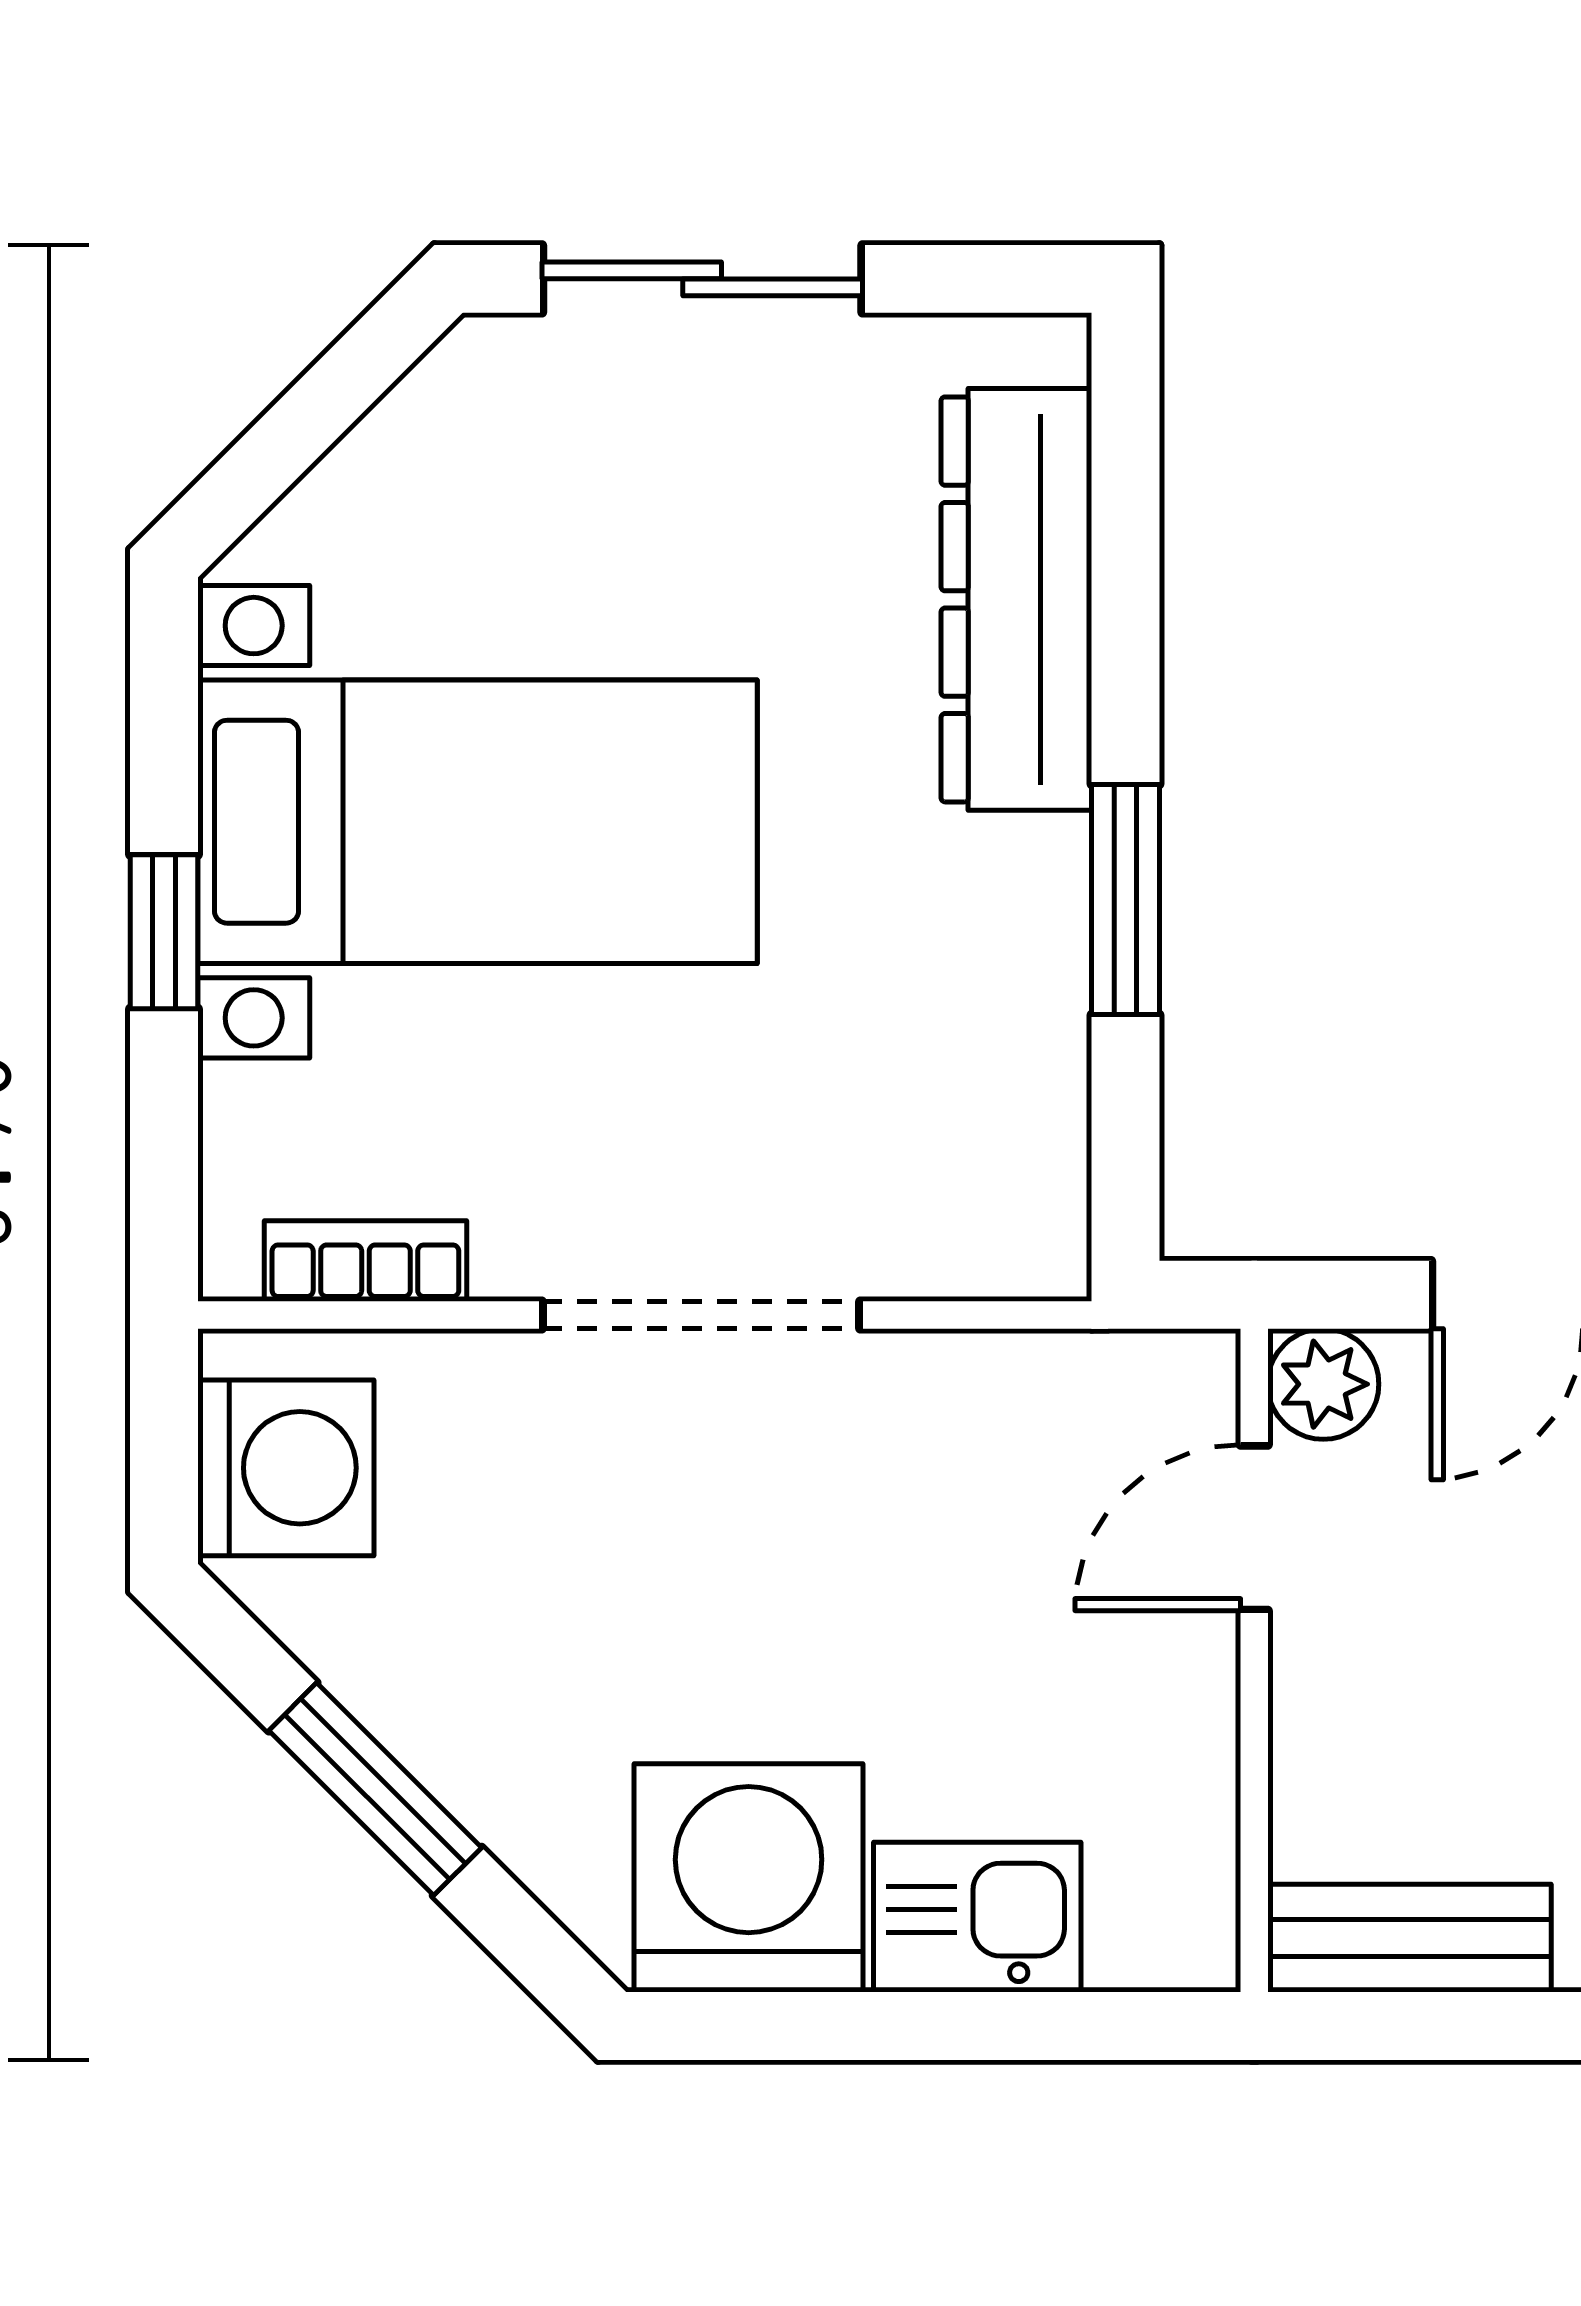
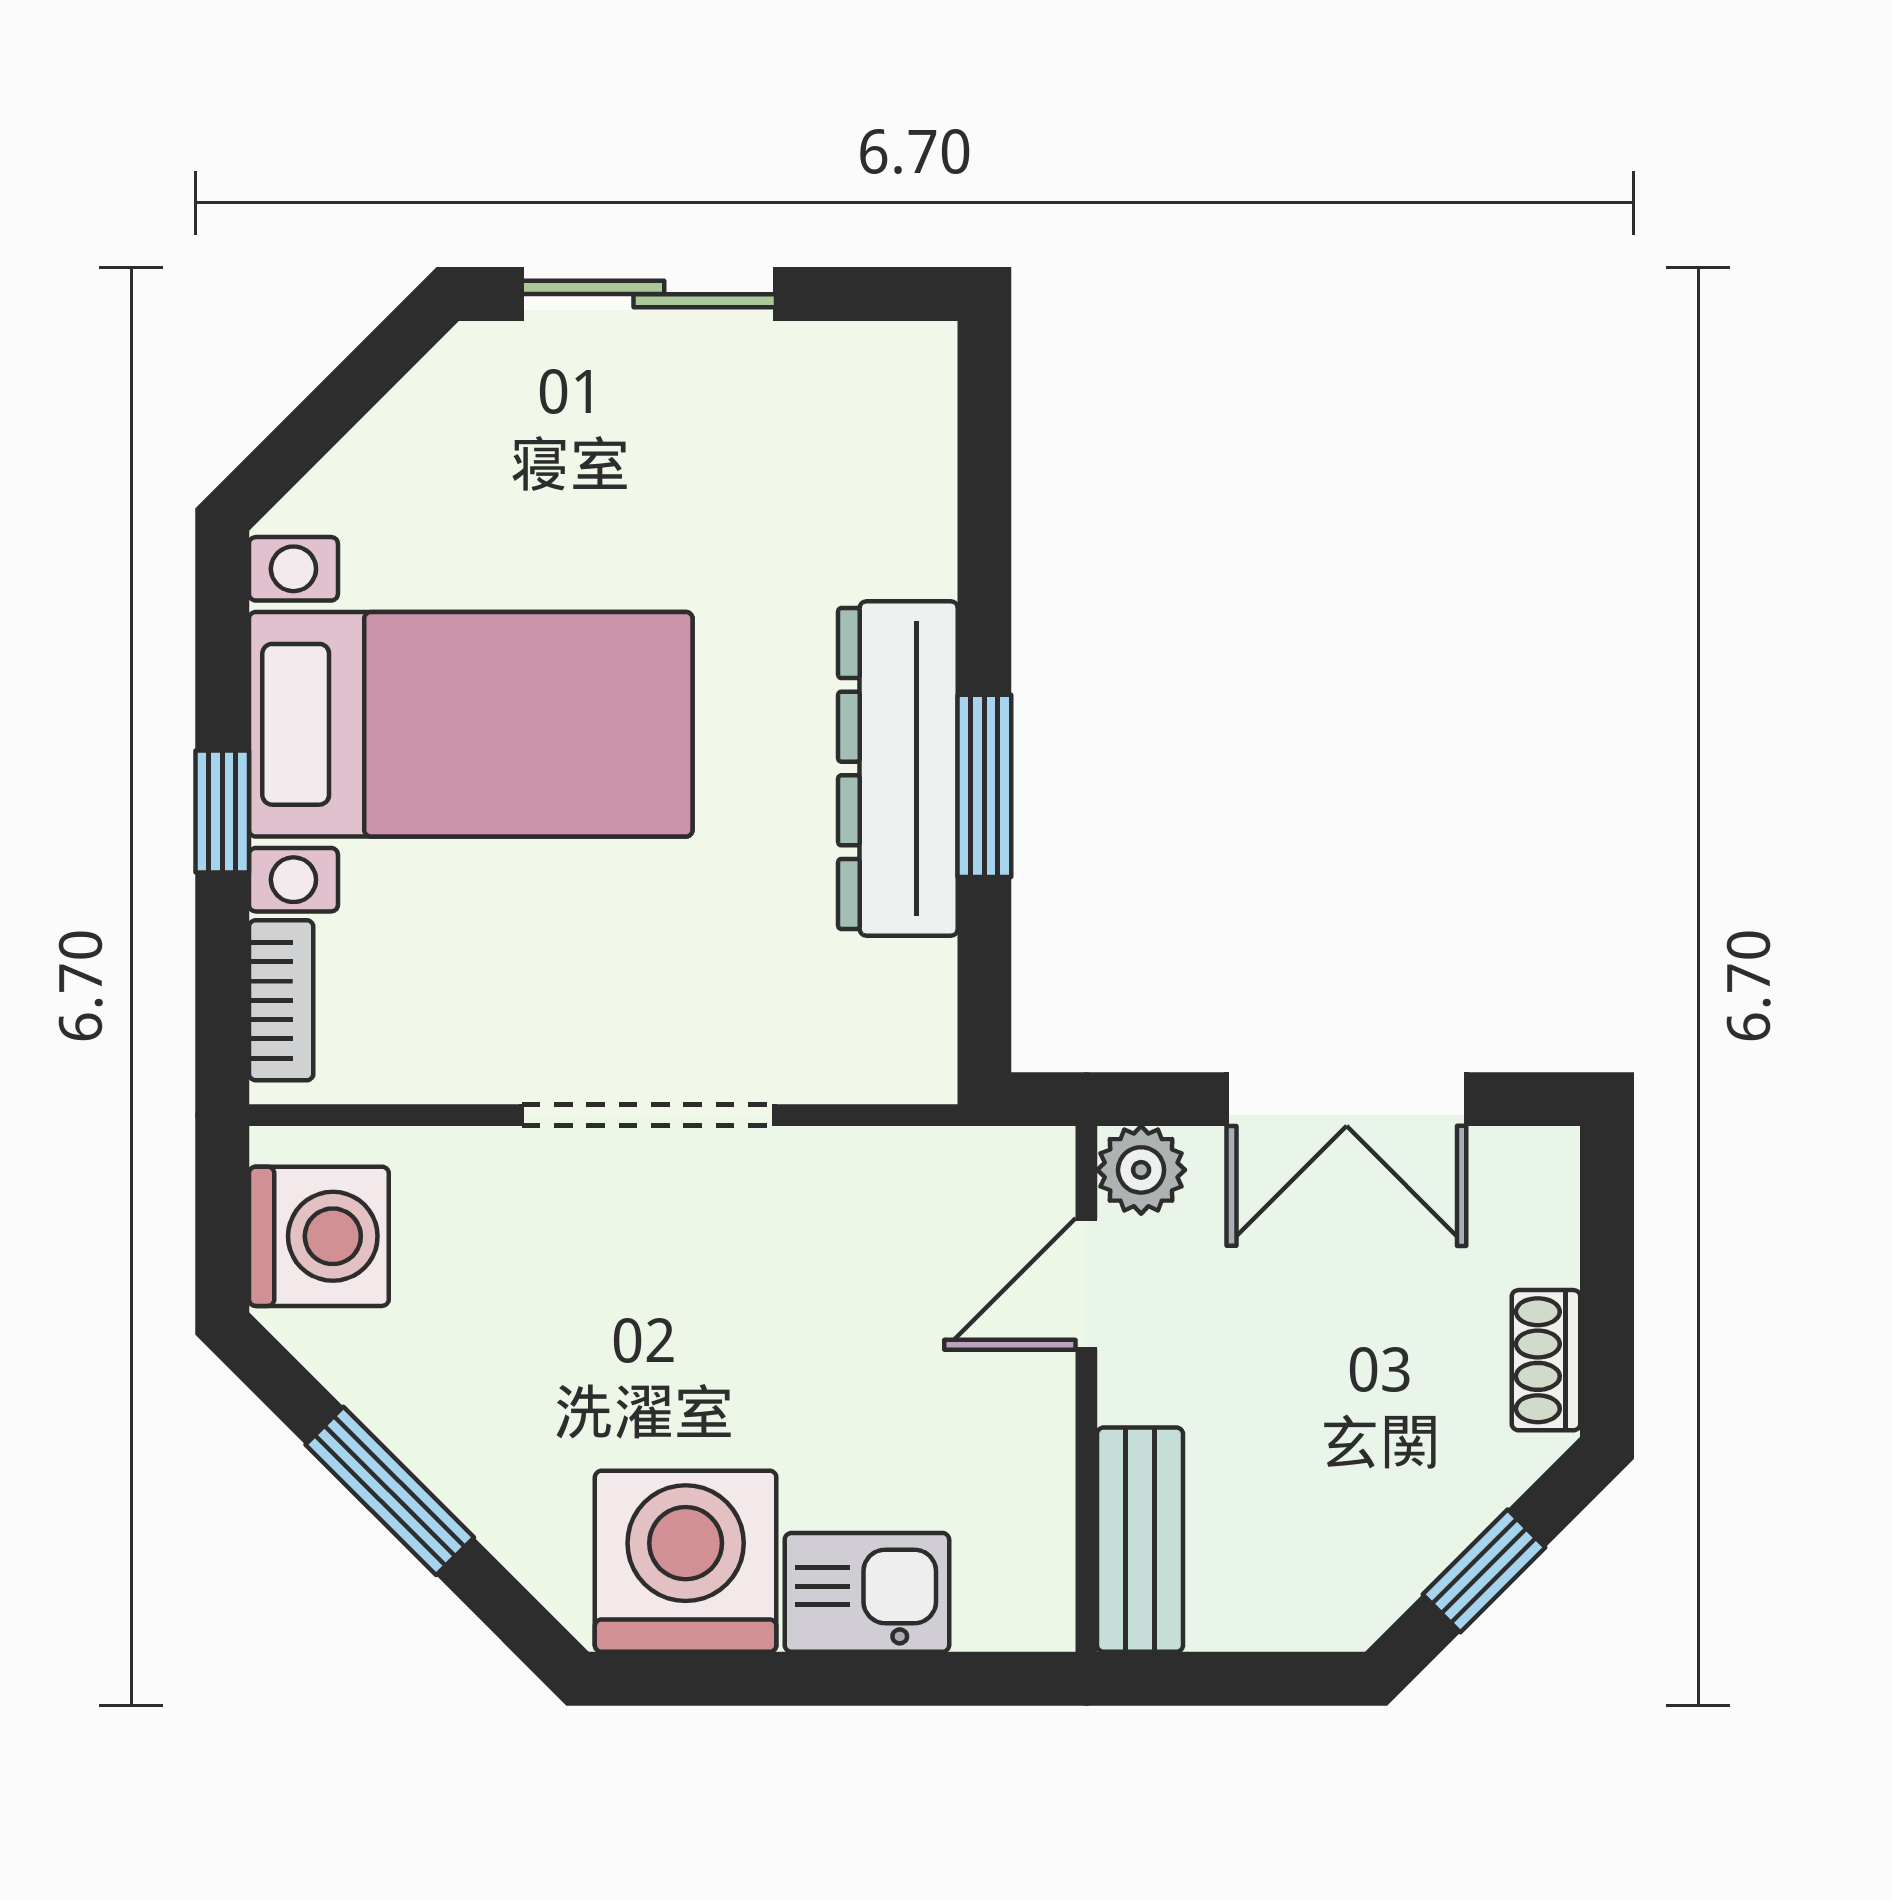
dresser: (1016, 599) -> (898, 769), moved
bookcase: (365, 1261) -> (281, 1000), moved, turned 90
bench: (1409, 1938) -> (1140, 1540), moved, turned 90

